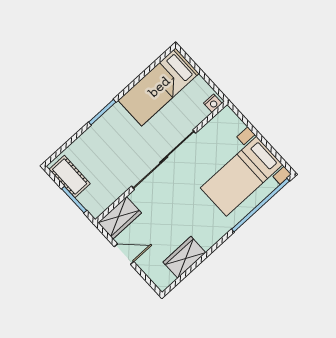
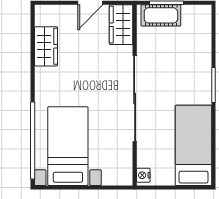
cot: (70, 177) -> (161, 15), moved

